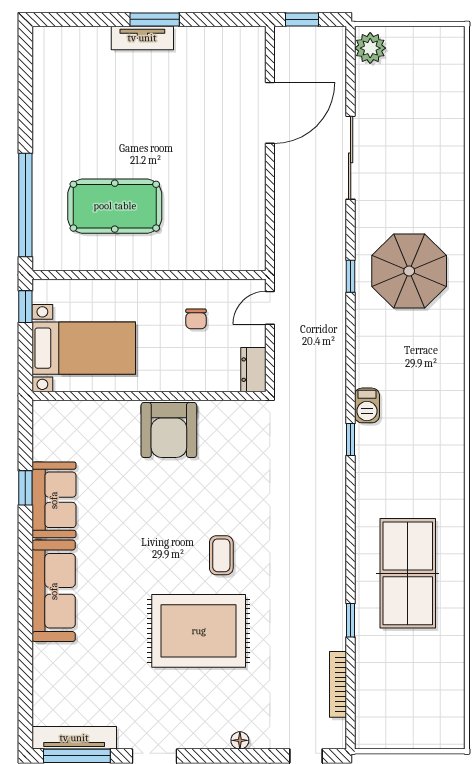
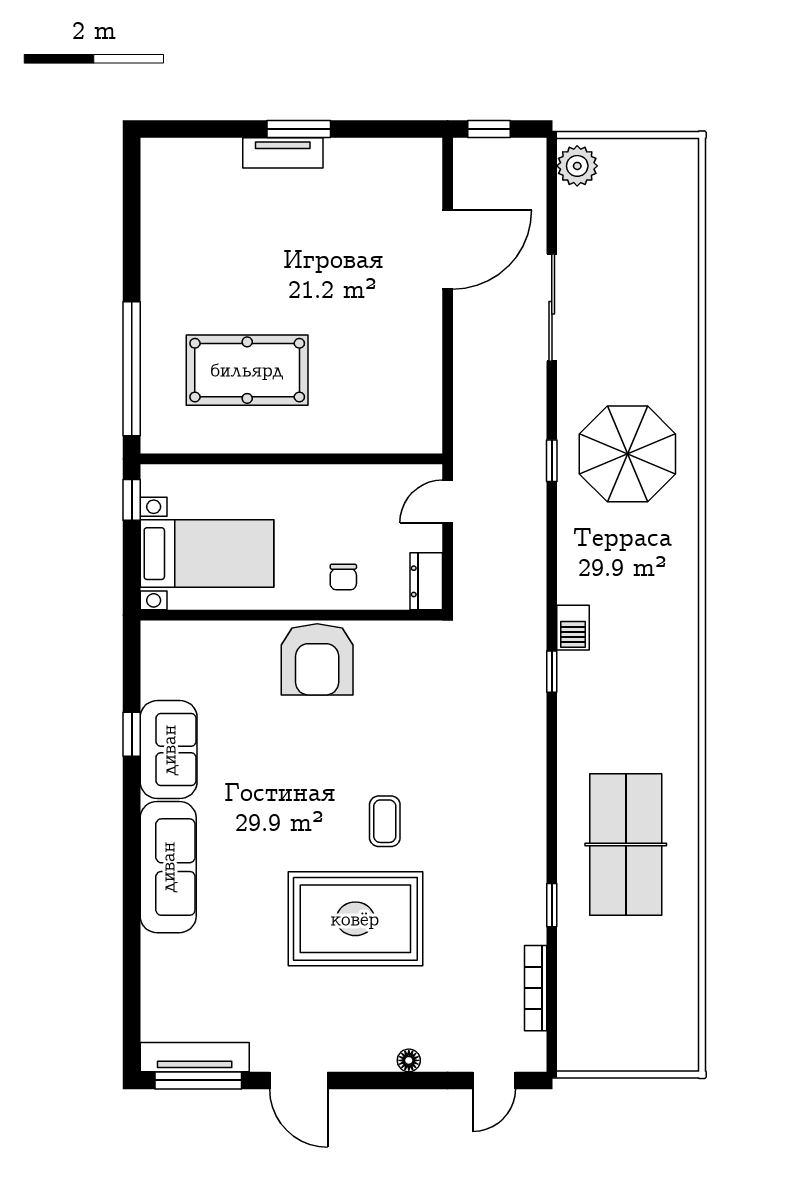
chair: (196, 319) -> (343, 577), moved

